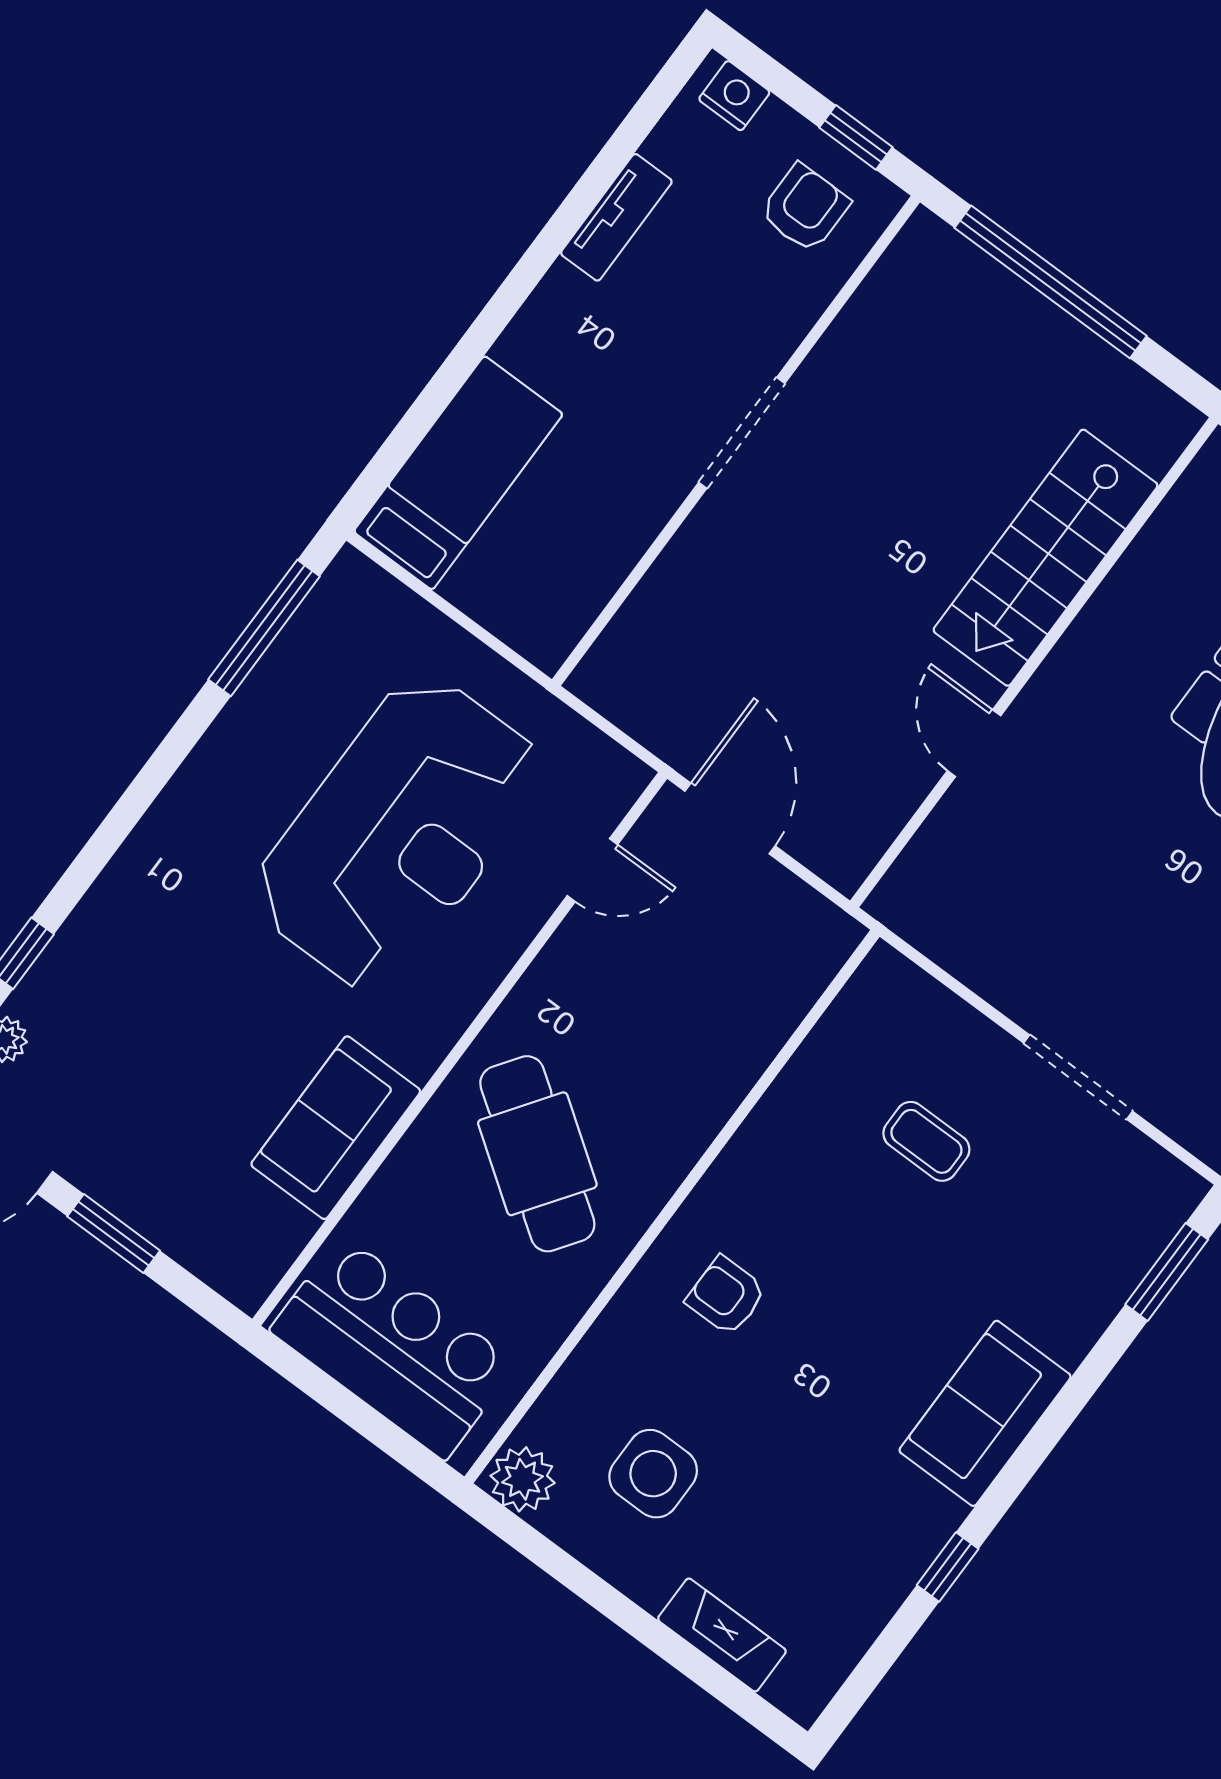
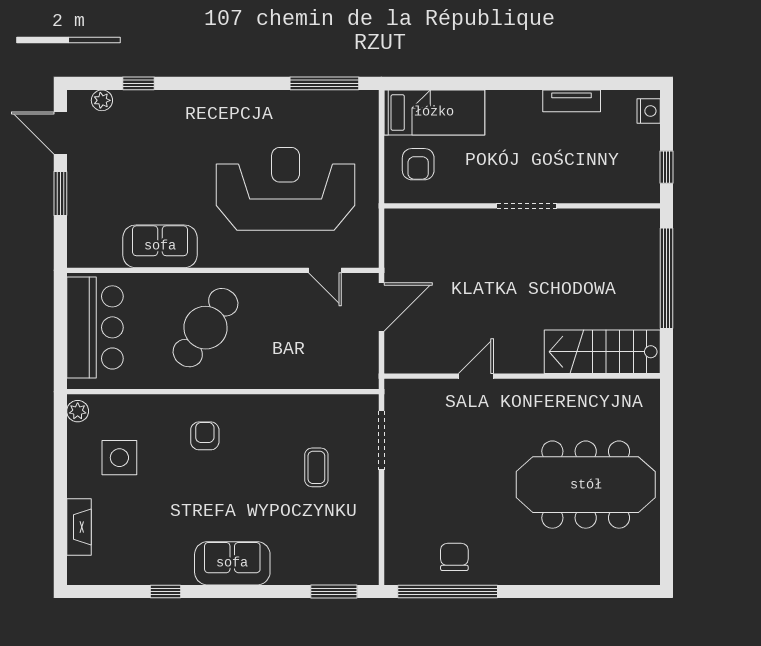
armchair: (805, 208) -> (418, 164), moved, turned 90
stairs: (1046, 558) -> (602, 352), moved
reception desk: (398, 833) -> (286, 189), turned 180
doorway: (1078, 1077) -> (381, 440), moved
plant: (523, 1479) -> (78, 411), width x0.73, depth x0.73

